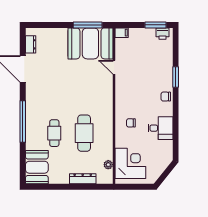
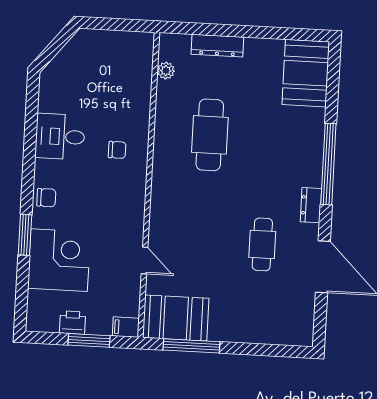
window: (156, 25) -> (89, 340), moved
printer: (162, 34) -> (73, 323), moved
booth: (90, 43) -> (176, 318), width x0.73, depth x0.70
dresser: (31, 44) -> (311, 205), moved
cafe table: (54, 133) -> (262, 244), moved
corner desk: (130, 163) -> (59, 260), moved, turned 180

